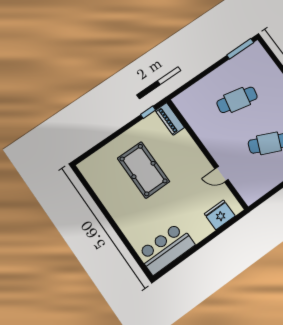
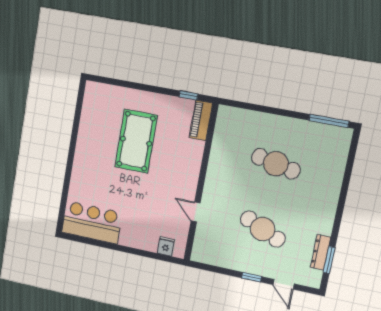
fridge: (220, 215) -> (166, 246), width x0.53, depth x0.75

